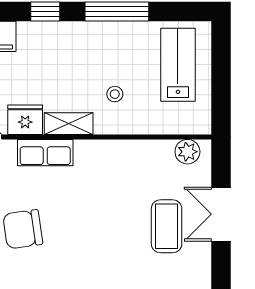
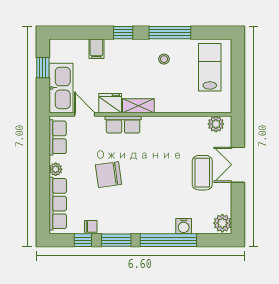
stool: (115, 94) -> (164, 59), moved

